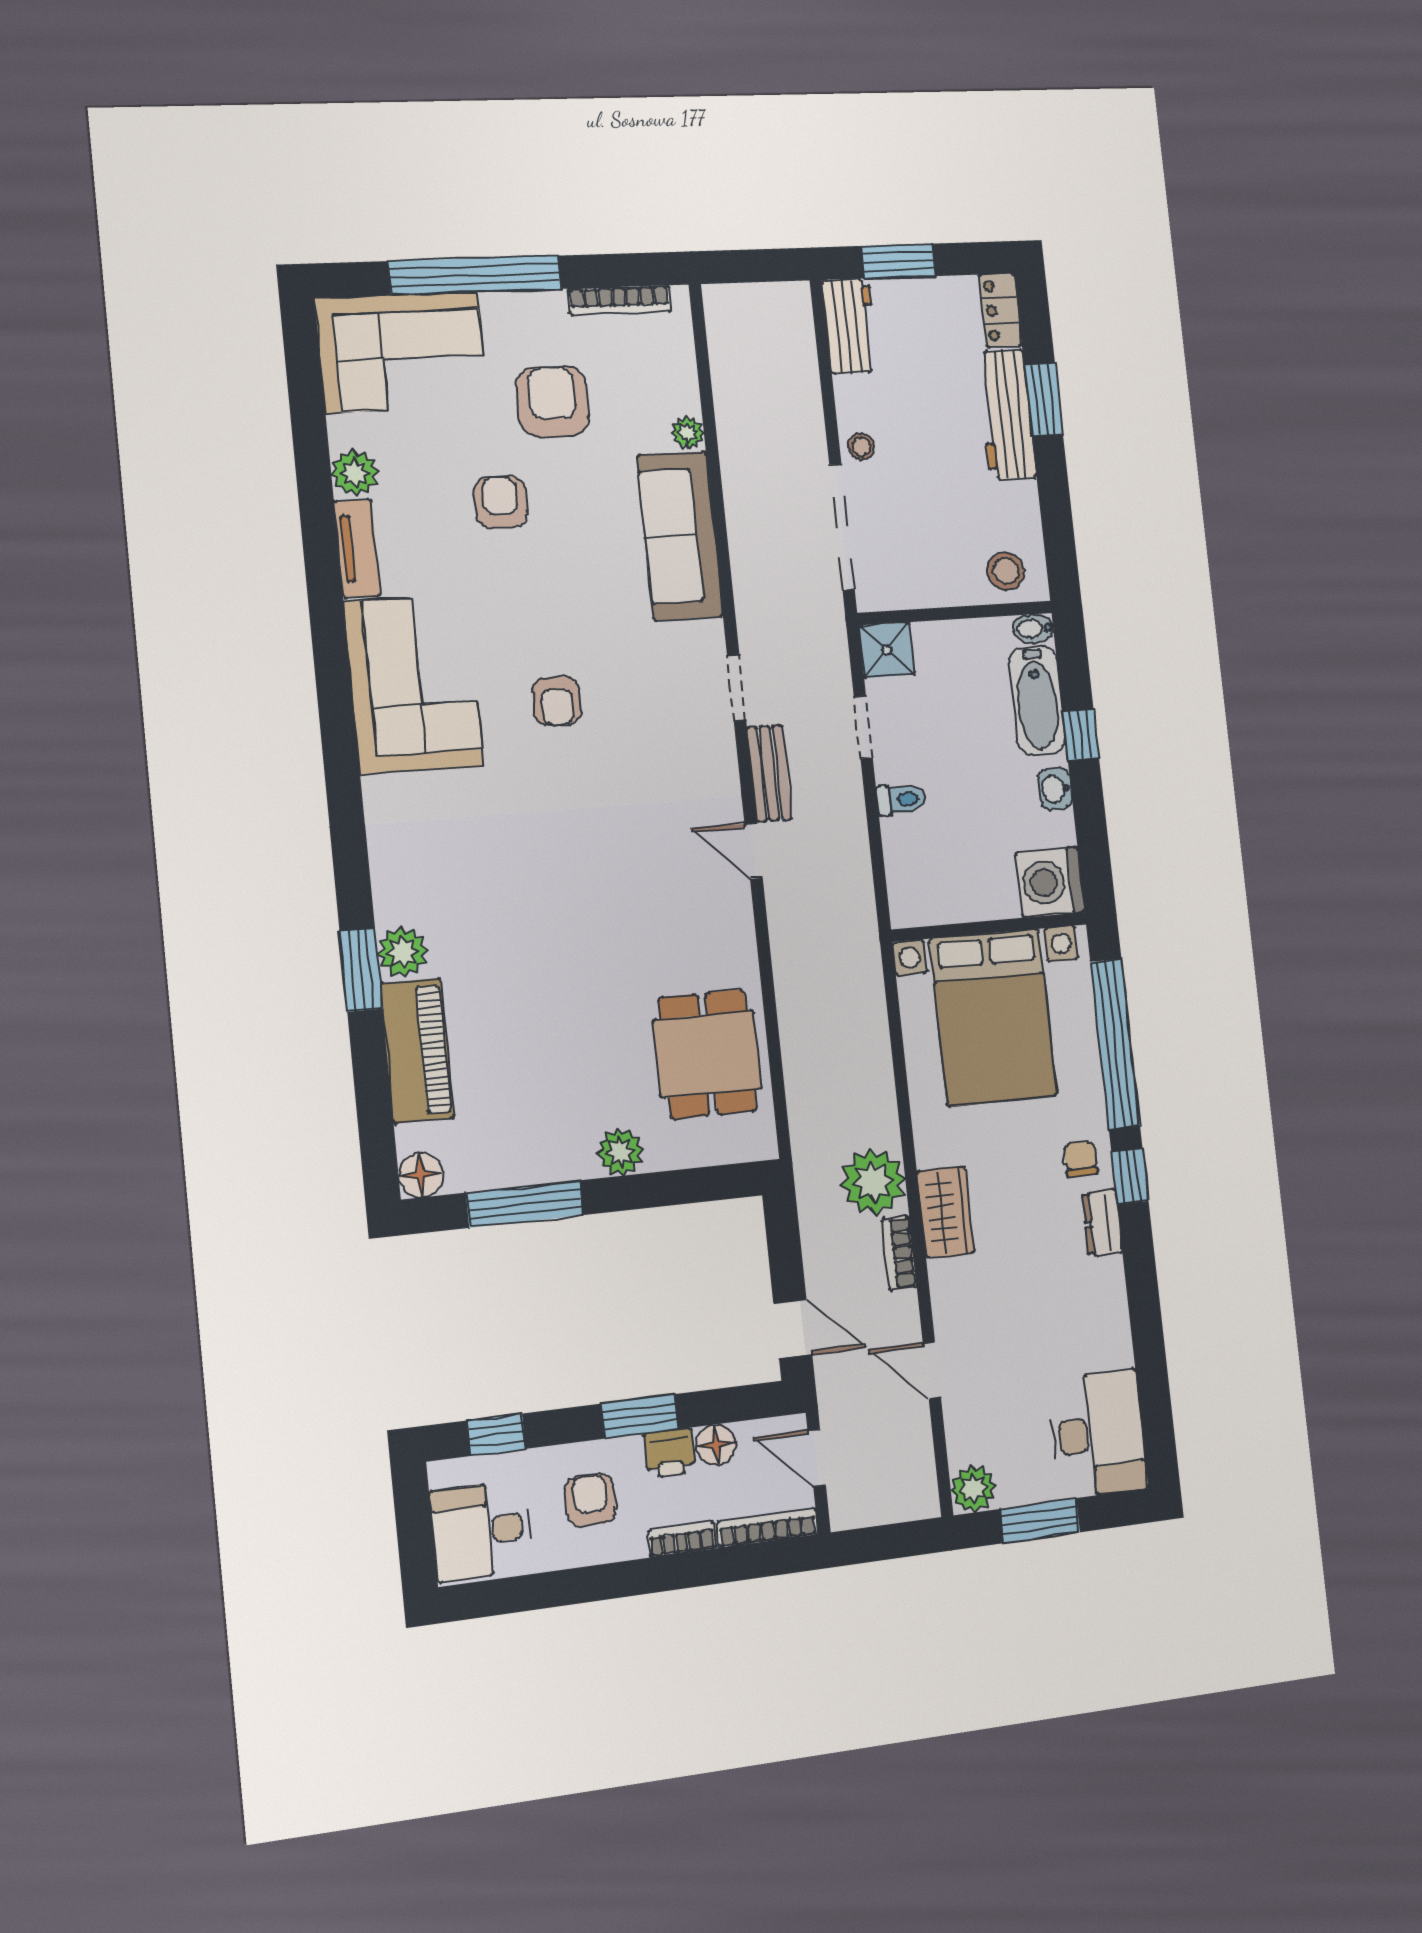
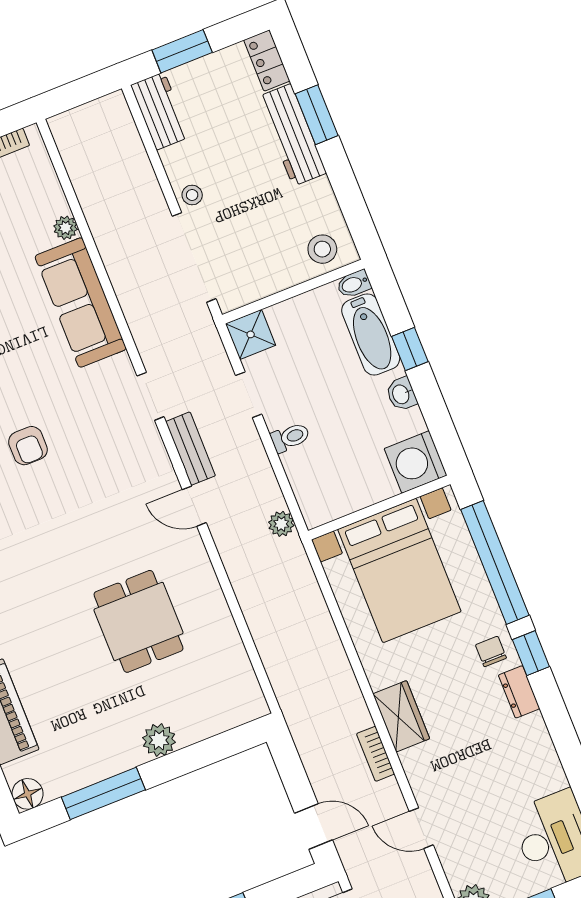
dining table: (707, 1054) -> (138, 621), moved
plant: (873, 1182) -> (281, 524), moved, width x0.53, depth x0.53

